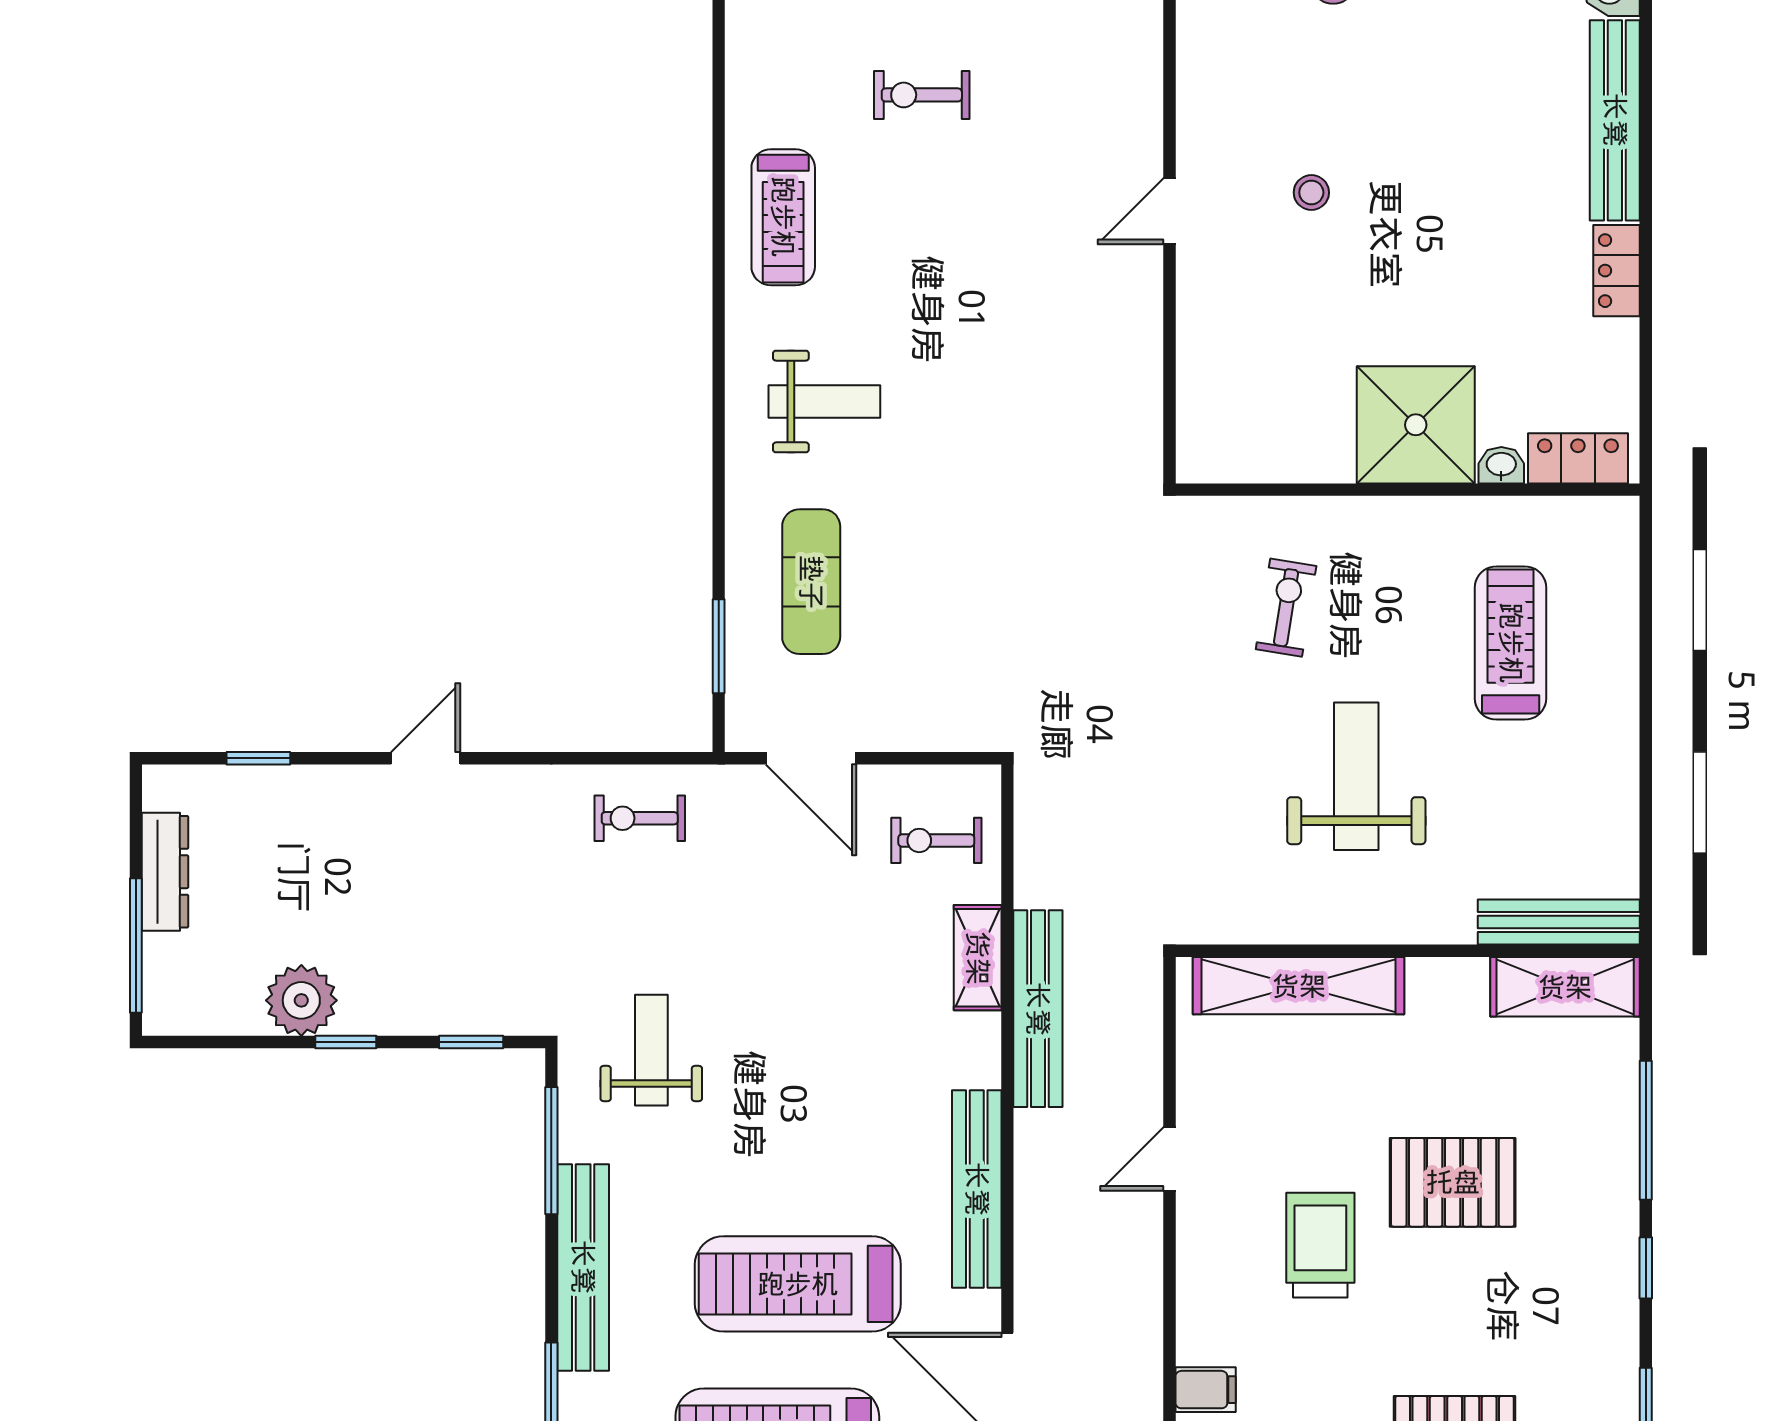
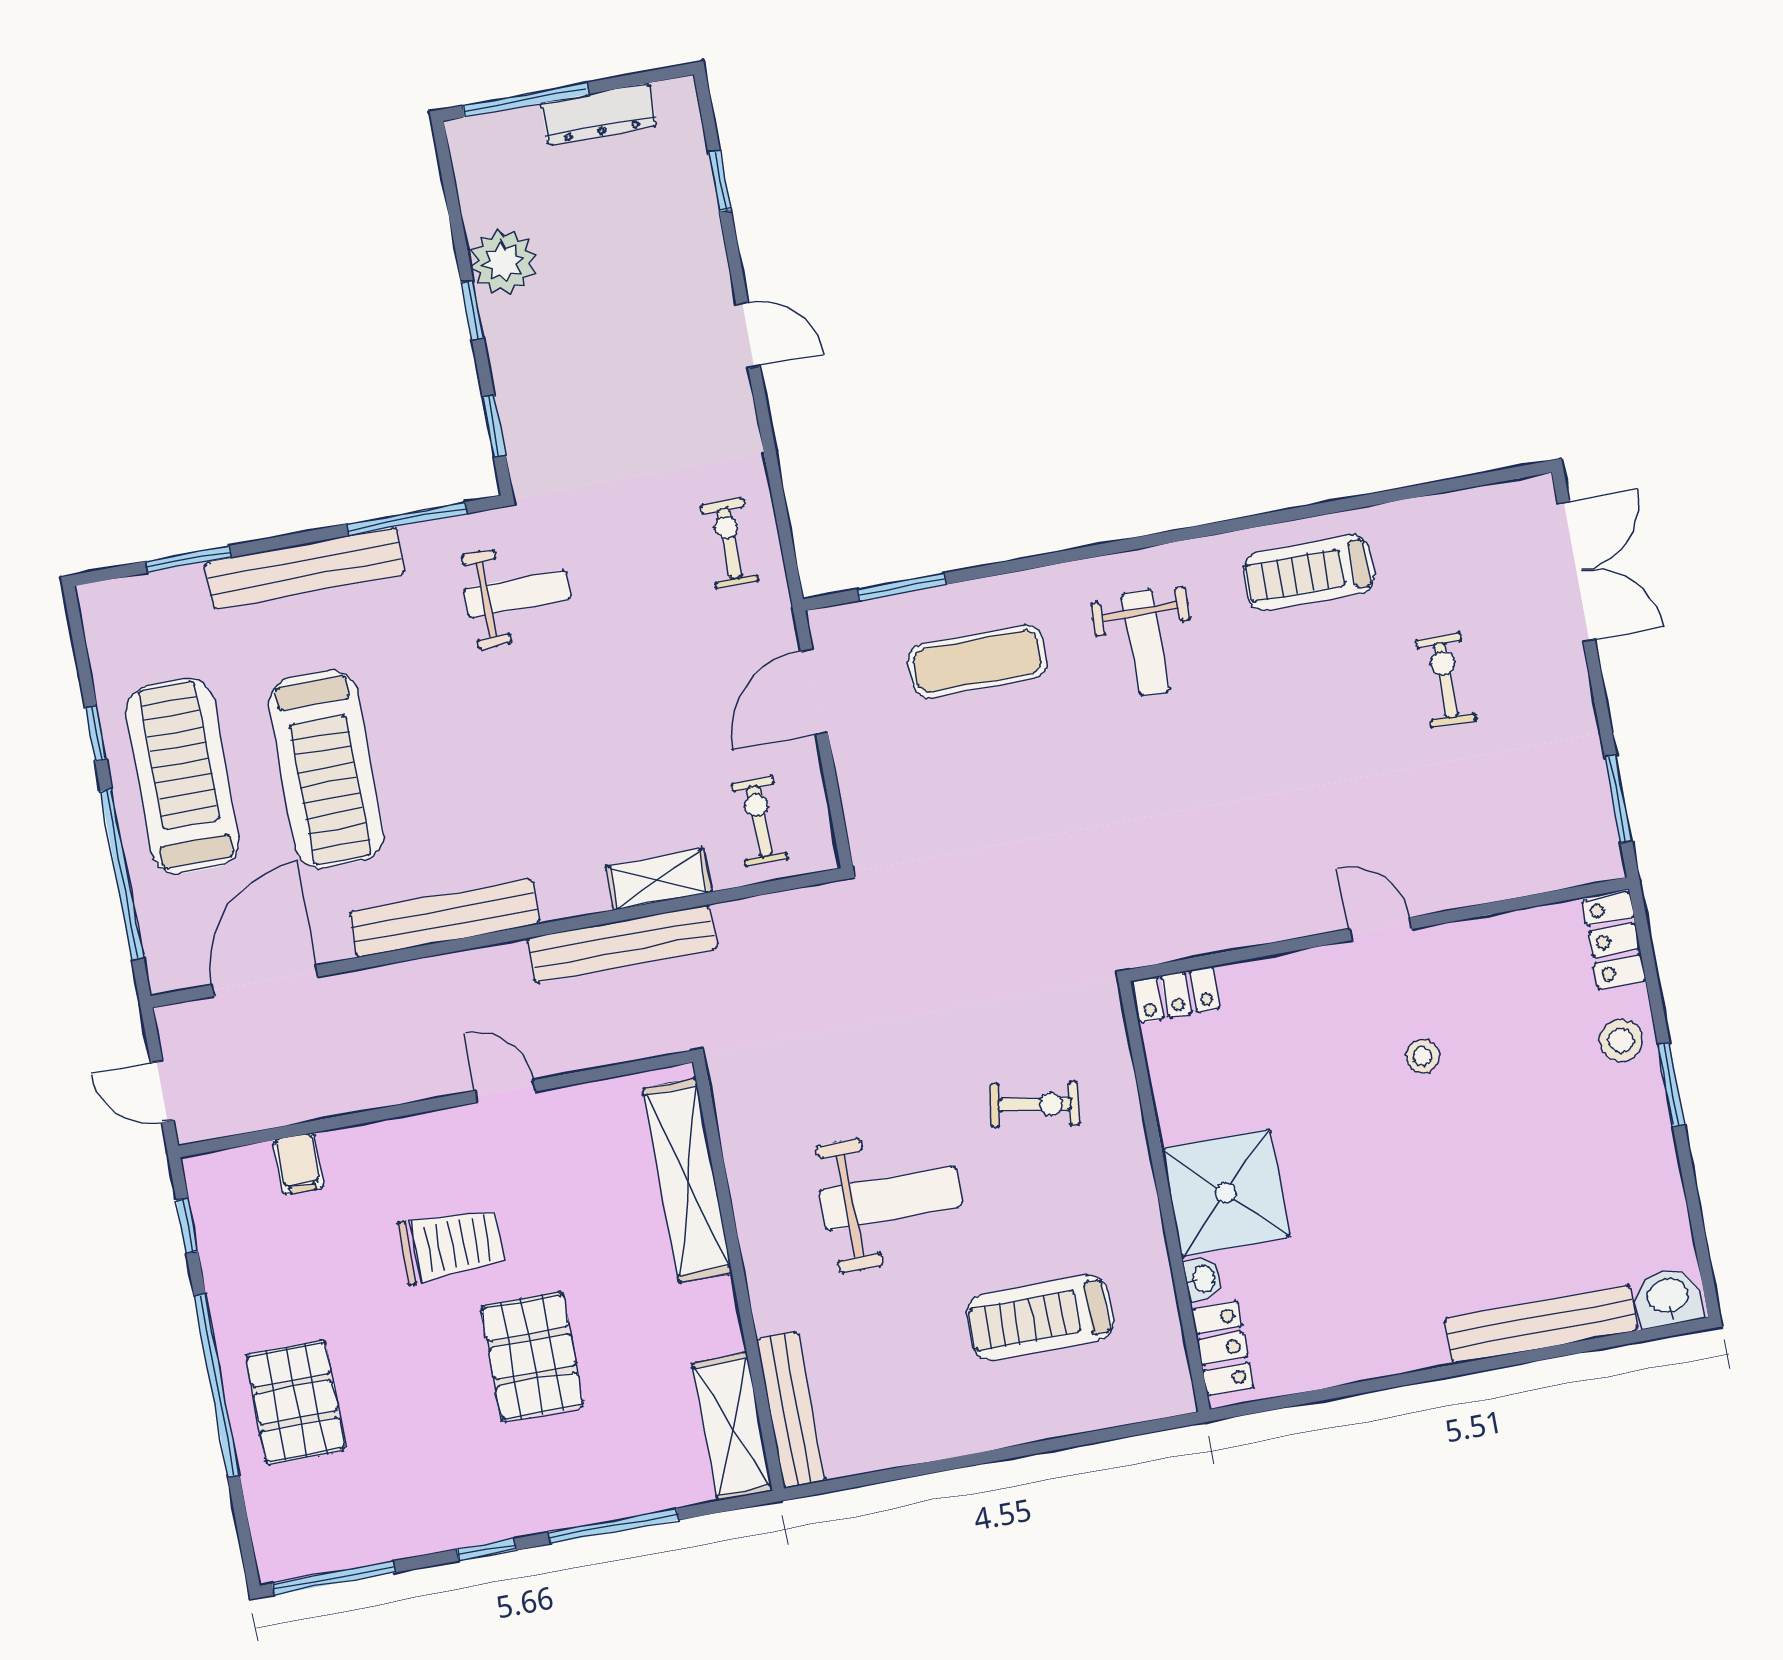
locker: (1617, 271) -> (1177, 995), moved, turned 180
treadmill: (1511, 643) -> (1040, 1318), turned 180
treadmill: (798, 1284) -> (326, 769), turned 180

